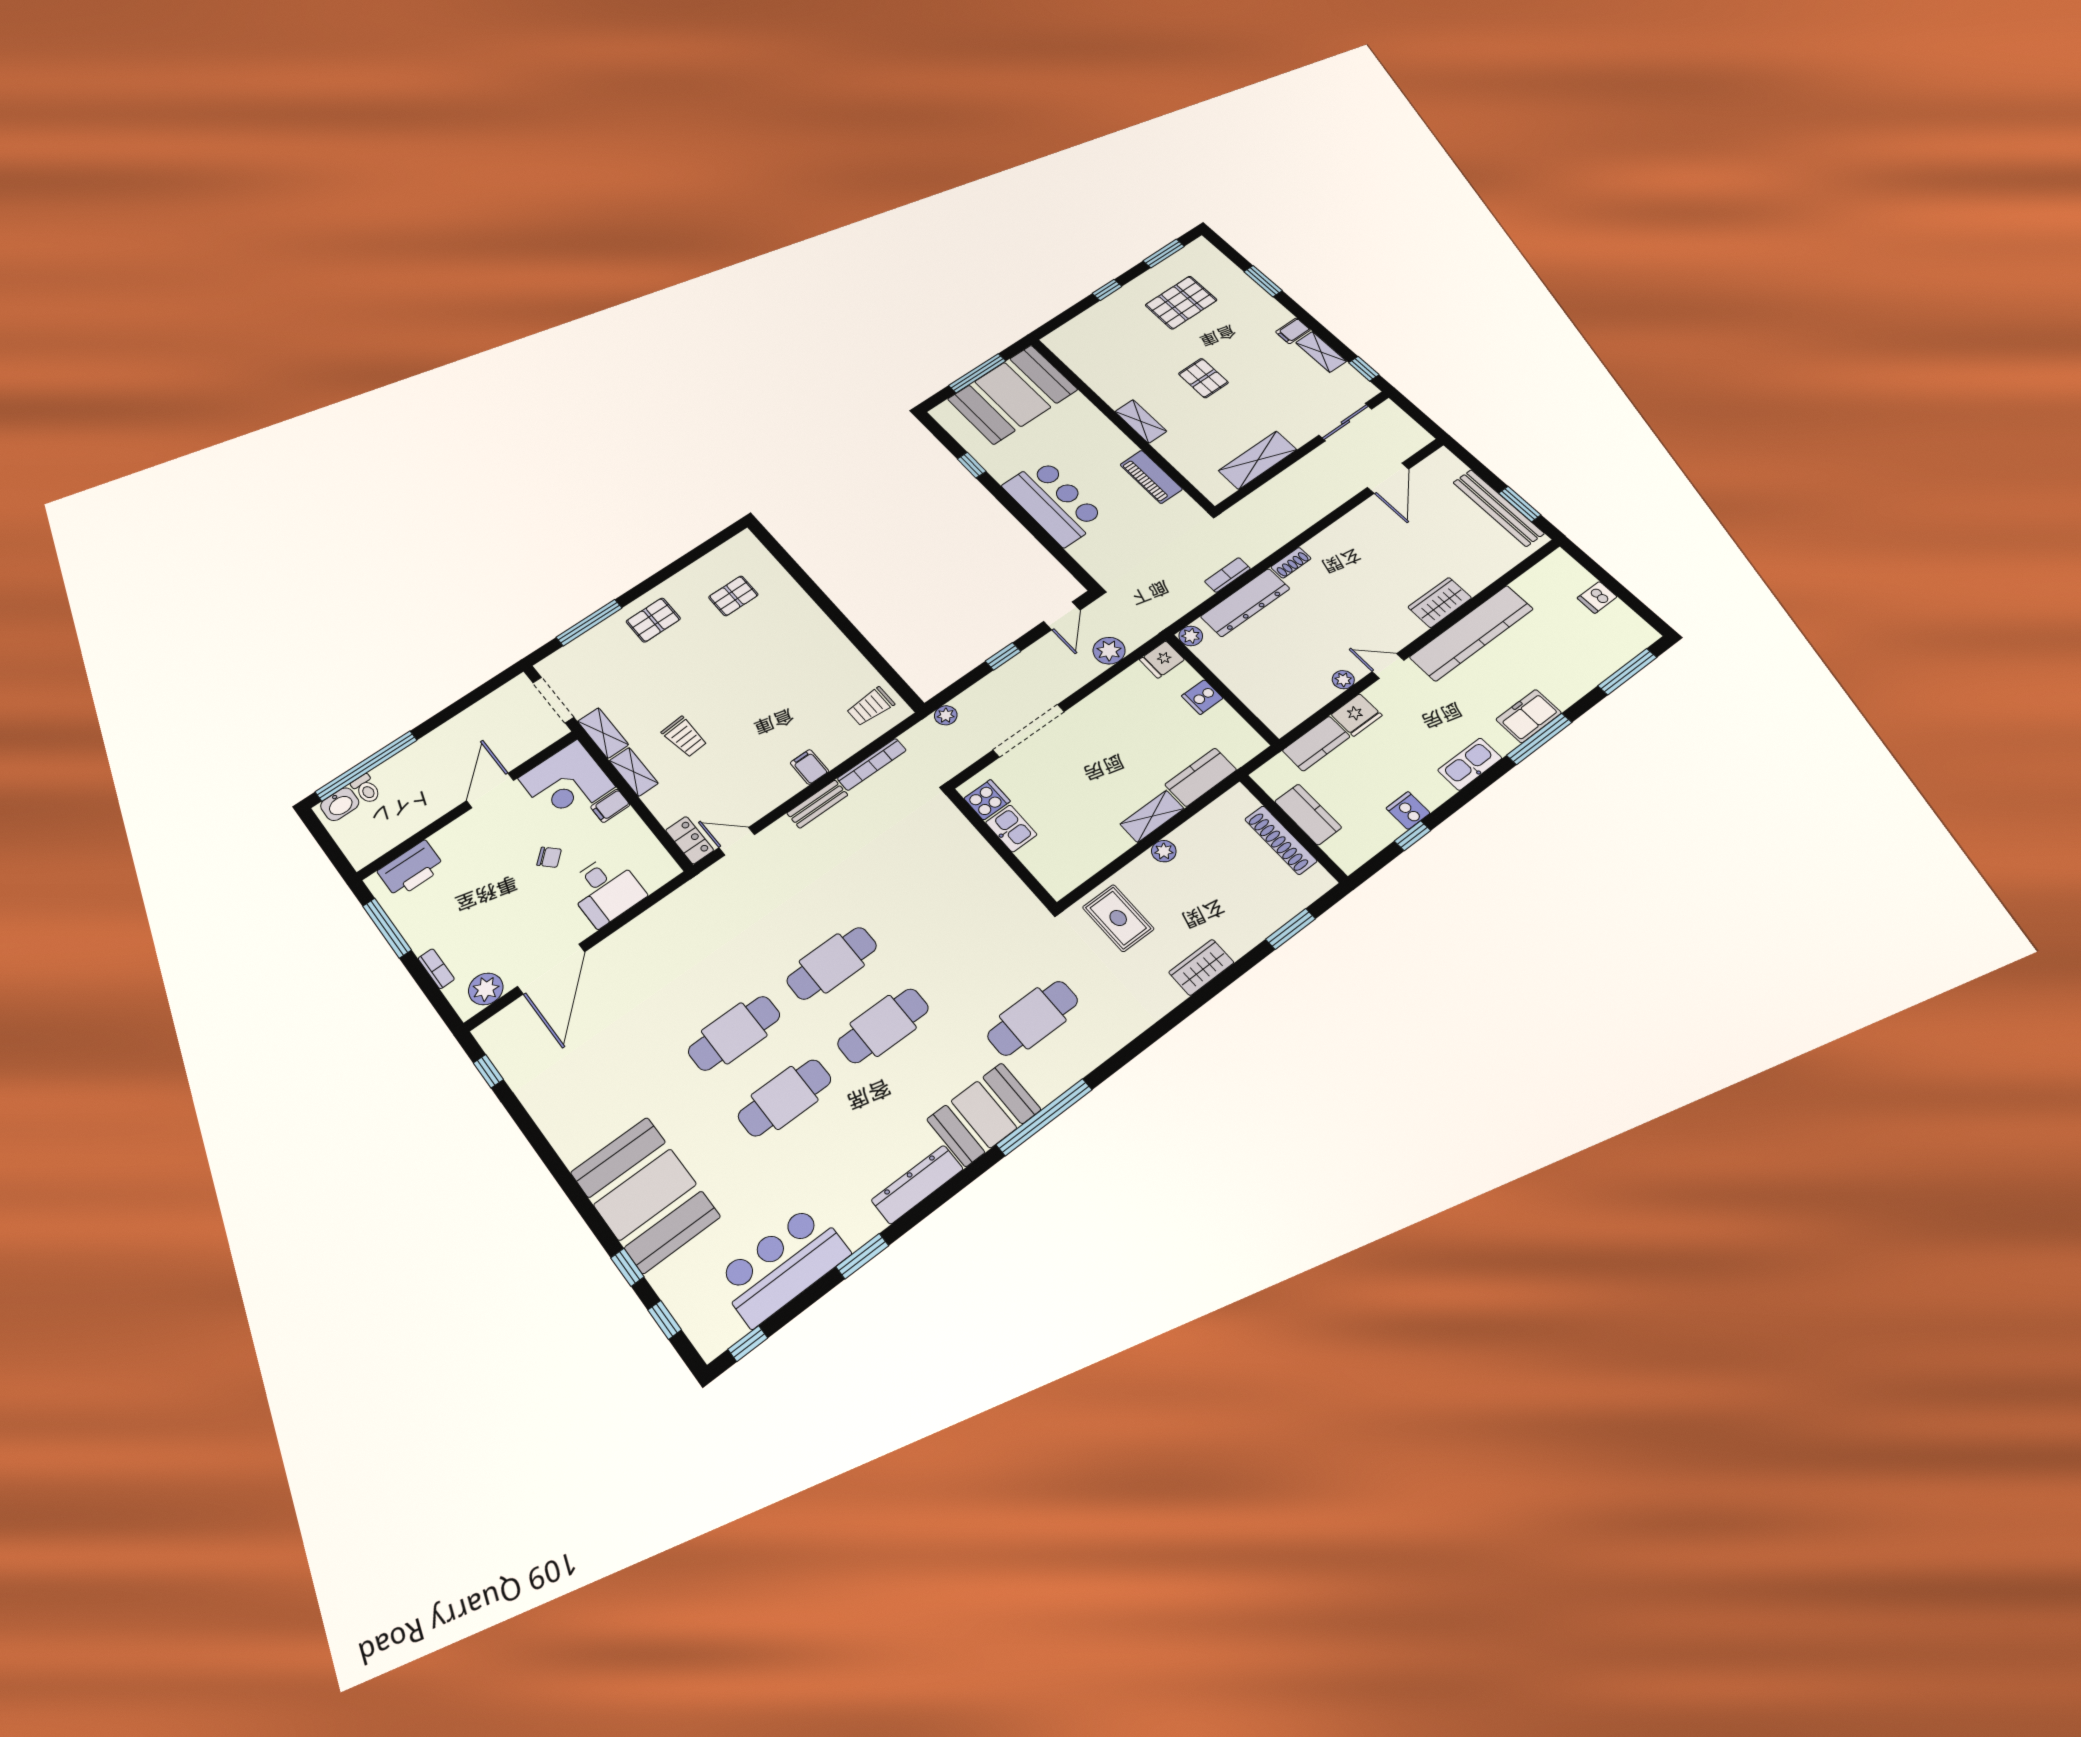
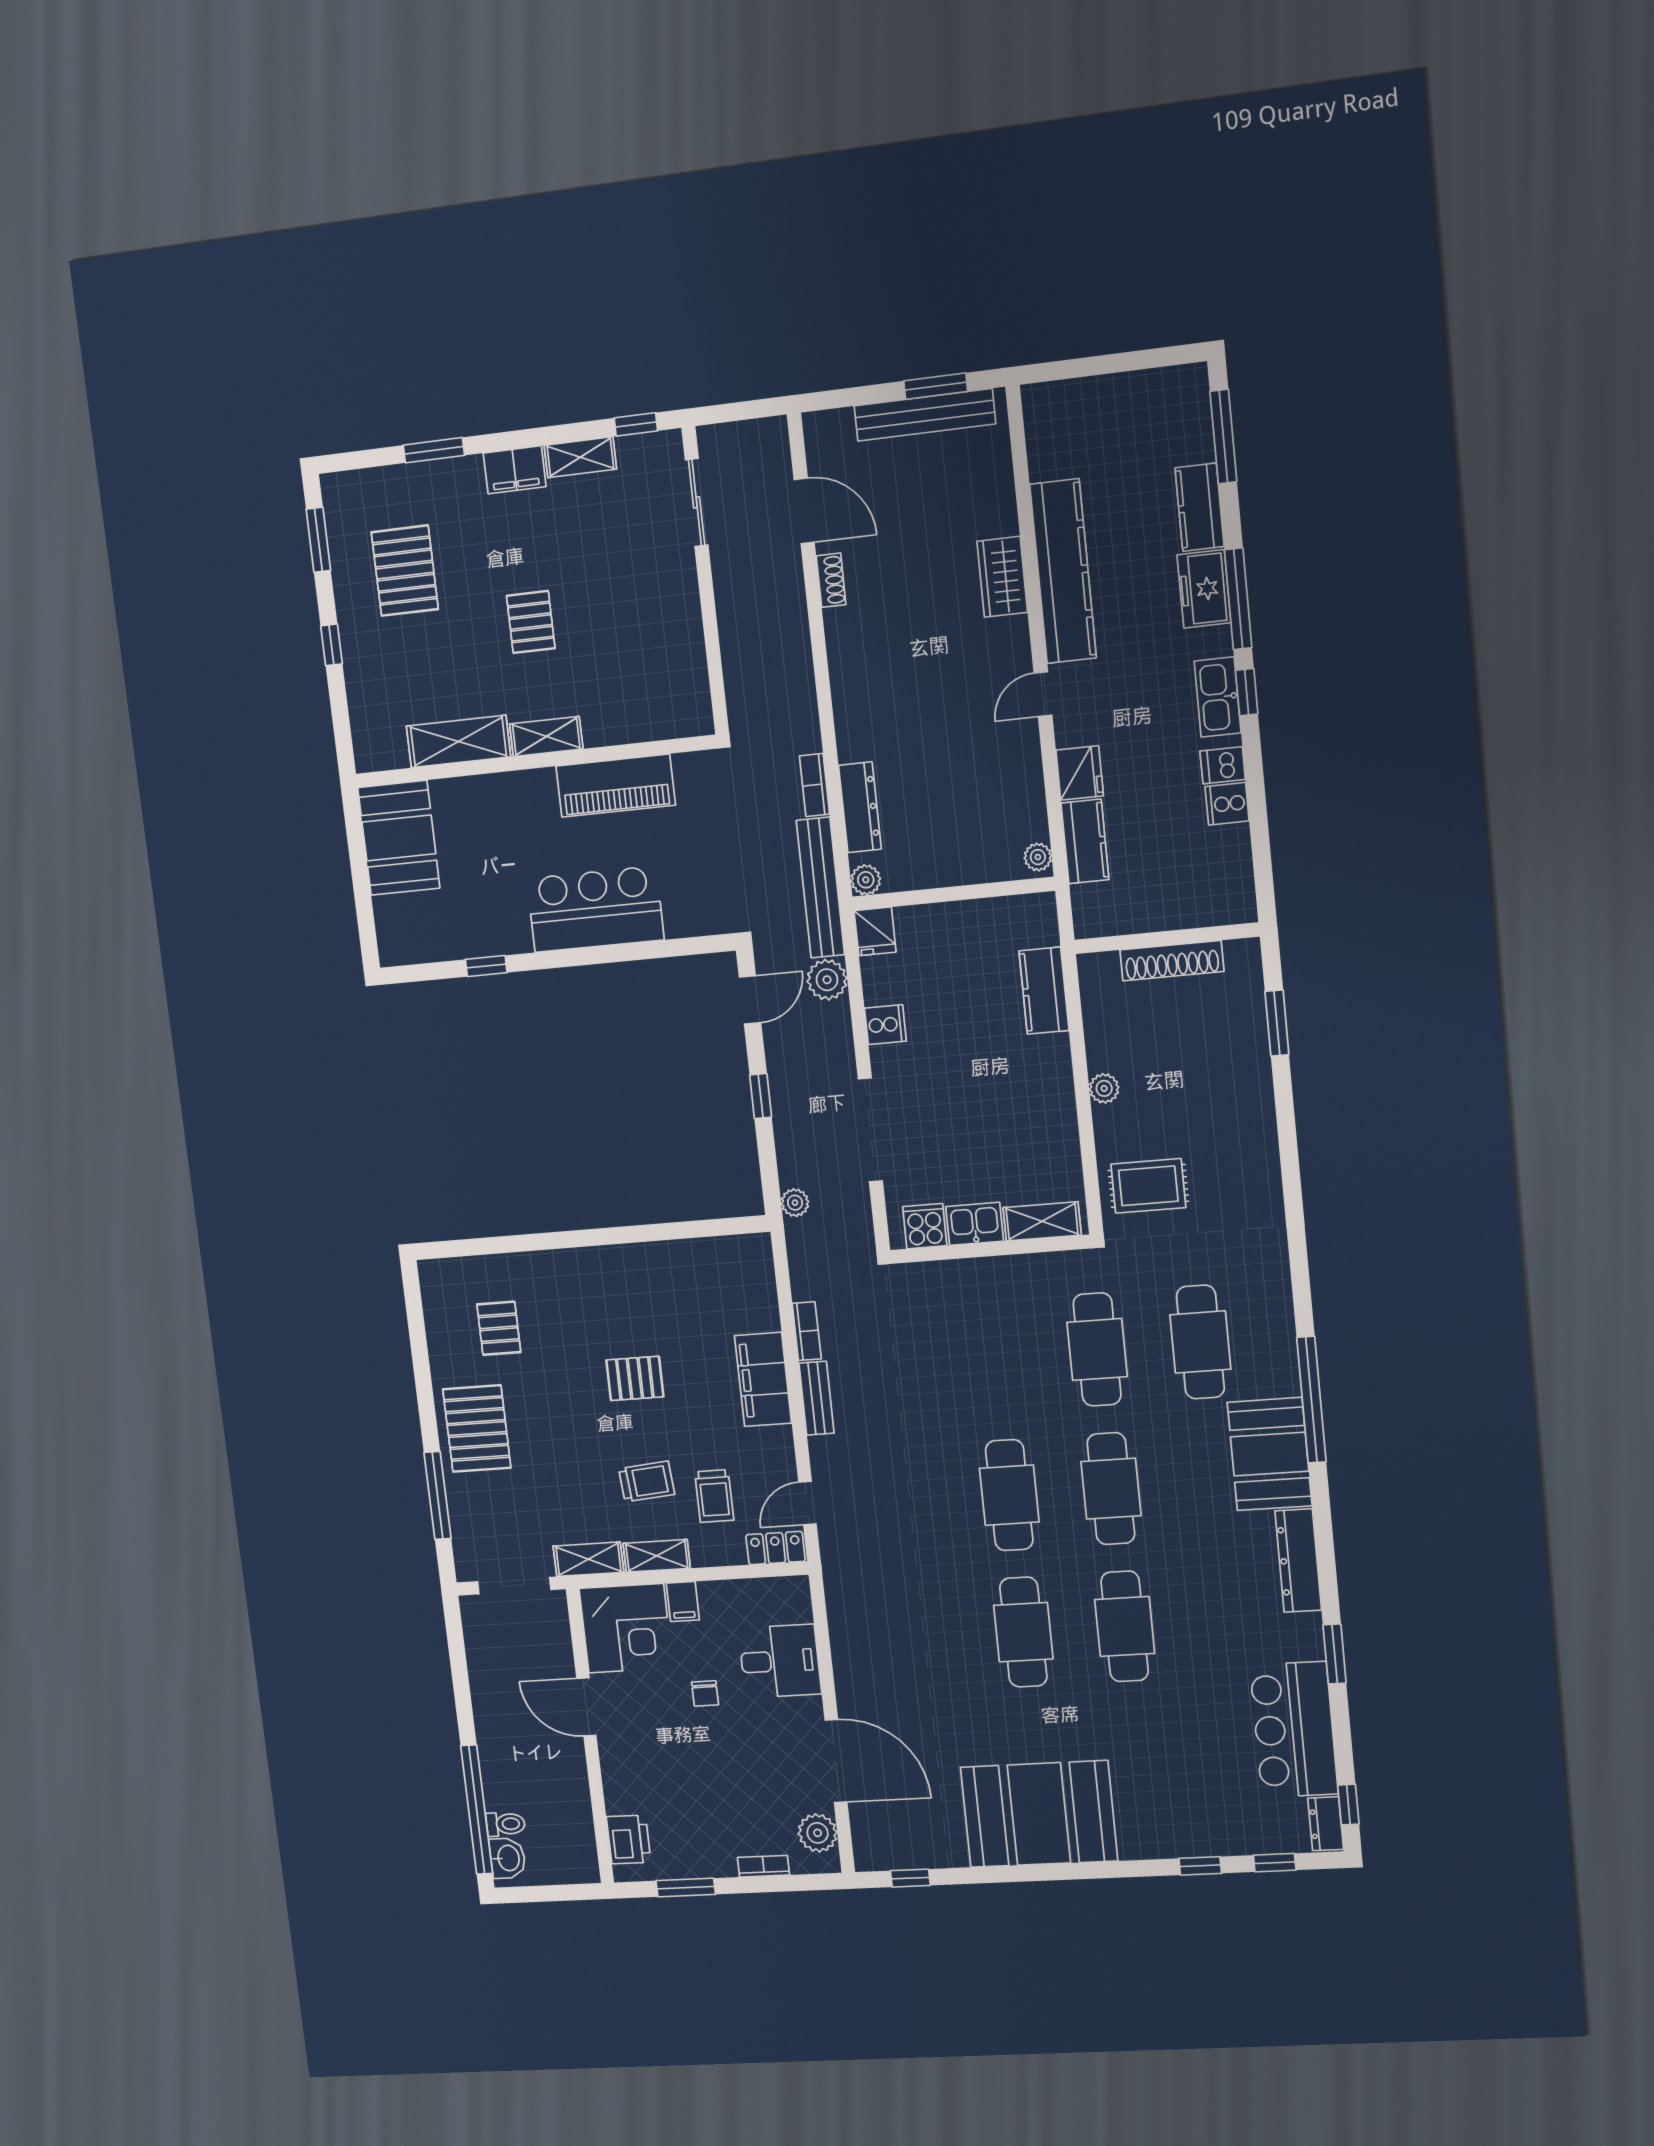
filing cabinet: (1293, 331) -> (515, 470), width x2.00
window: (977, 373) -> (360, 876), removed
pallet: (1203, 378) -> (531, 622), turned 90
booth: (1013, 394) -> (399, 838), width x0.73, depth x0.70
shelving: (1258, 460) -> (458, 741), moved, turned 90
piano: (1151, 477) -> (616, 786), width x1.37, depth x1.33
shoe rack: (1291, 563) -> (831, 580), moved
dishwasher: (1597, 597) -> (1223, 765), moved, turned 90
dresser: (1245, 603) -> (860, 807), width x0.73, depth x0.80
bench: (1165, 614) -> (820, 888), added
door: (1062, 616) -> (750, 1000), hinge flipped
pallet: (653, 620) -> (477, 1429), width x1.50, depth x1.42
plant: (1343, 680) -> (1038, 857), moved
pallet: (754, 690) -> (635, 1378), added
cooker: (1202, 697) -> (885, 1025), moved, turned -90
trolley: (870, 706) -> (714, 1496), moved
bookcase: (872, 764) -> (807, 1331), width x0.64
filing cabinet: (809, 767) -> (763, 1379), width x3.00, depth x1.17
kitchen counter: (1308, 814) -> (1200, 507), moved, turned -90
shelving: (1152, 816) -> (1042, 1221), moved, turned 90
window: (1412, 836) -> (1247, 692), moved
chair: (549, 857) -> (705, 1693), turned 134
printer: (411, 869) -> (629, 1839), width x0.73, depth x0.84
window: (387, 928) -> (686, 1888), width x0.69
cafe table: (979, 956) -> (1097, 1349), added
wardrobe: (1201, 967) -> (1258, 1142), removed
booth: (645, 1194) -> (1039, 1814), moved
dresser: (721, 1337) -> (1326, 1824), added

